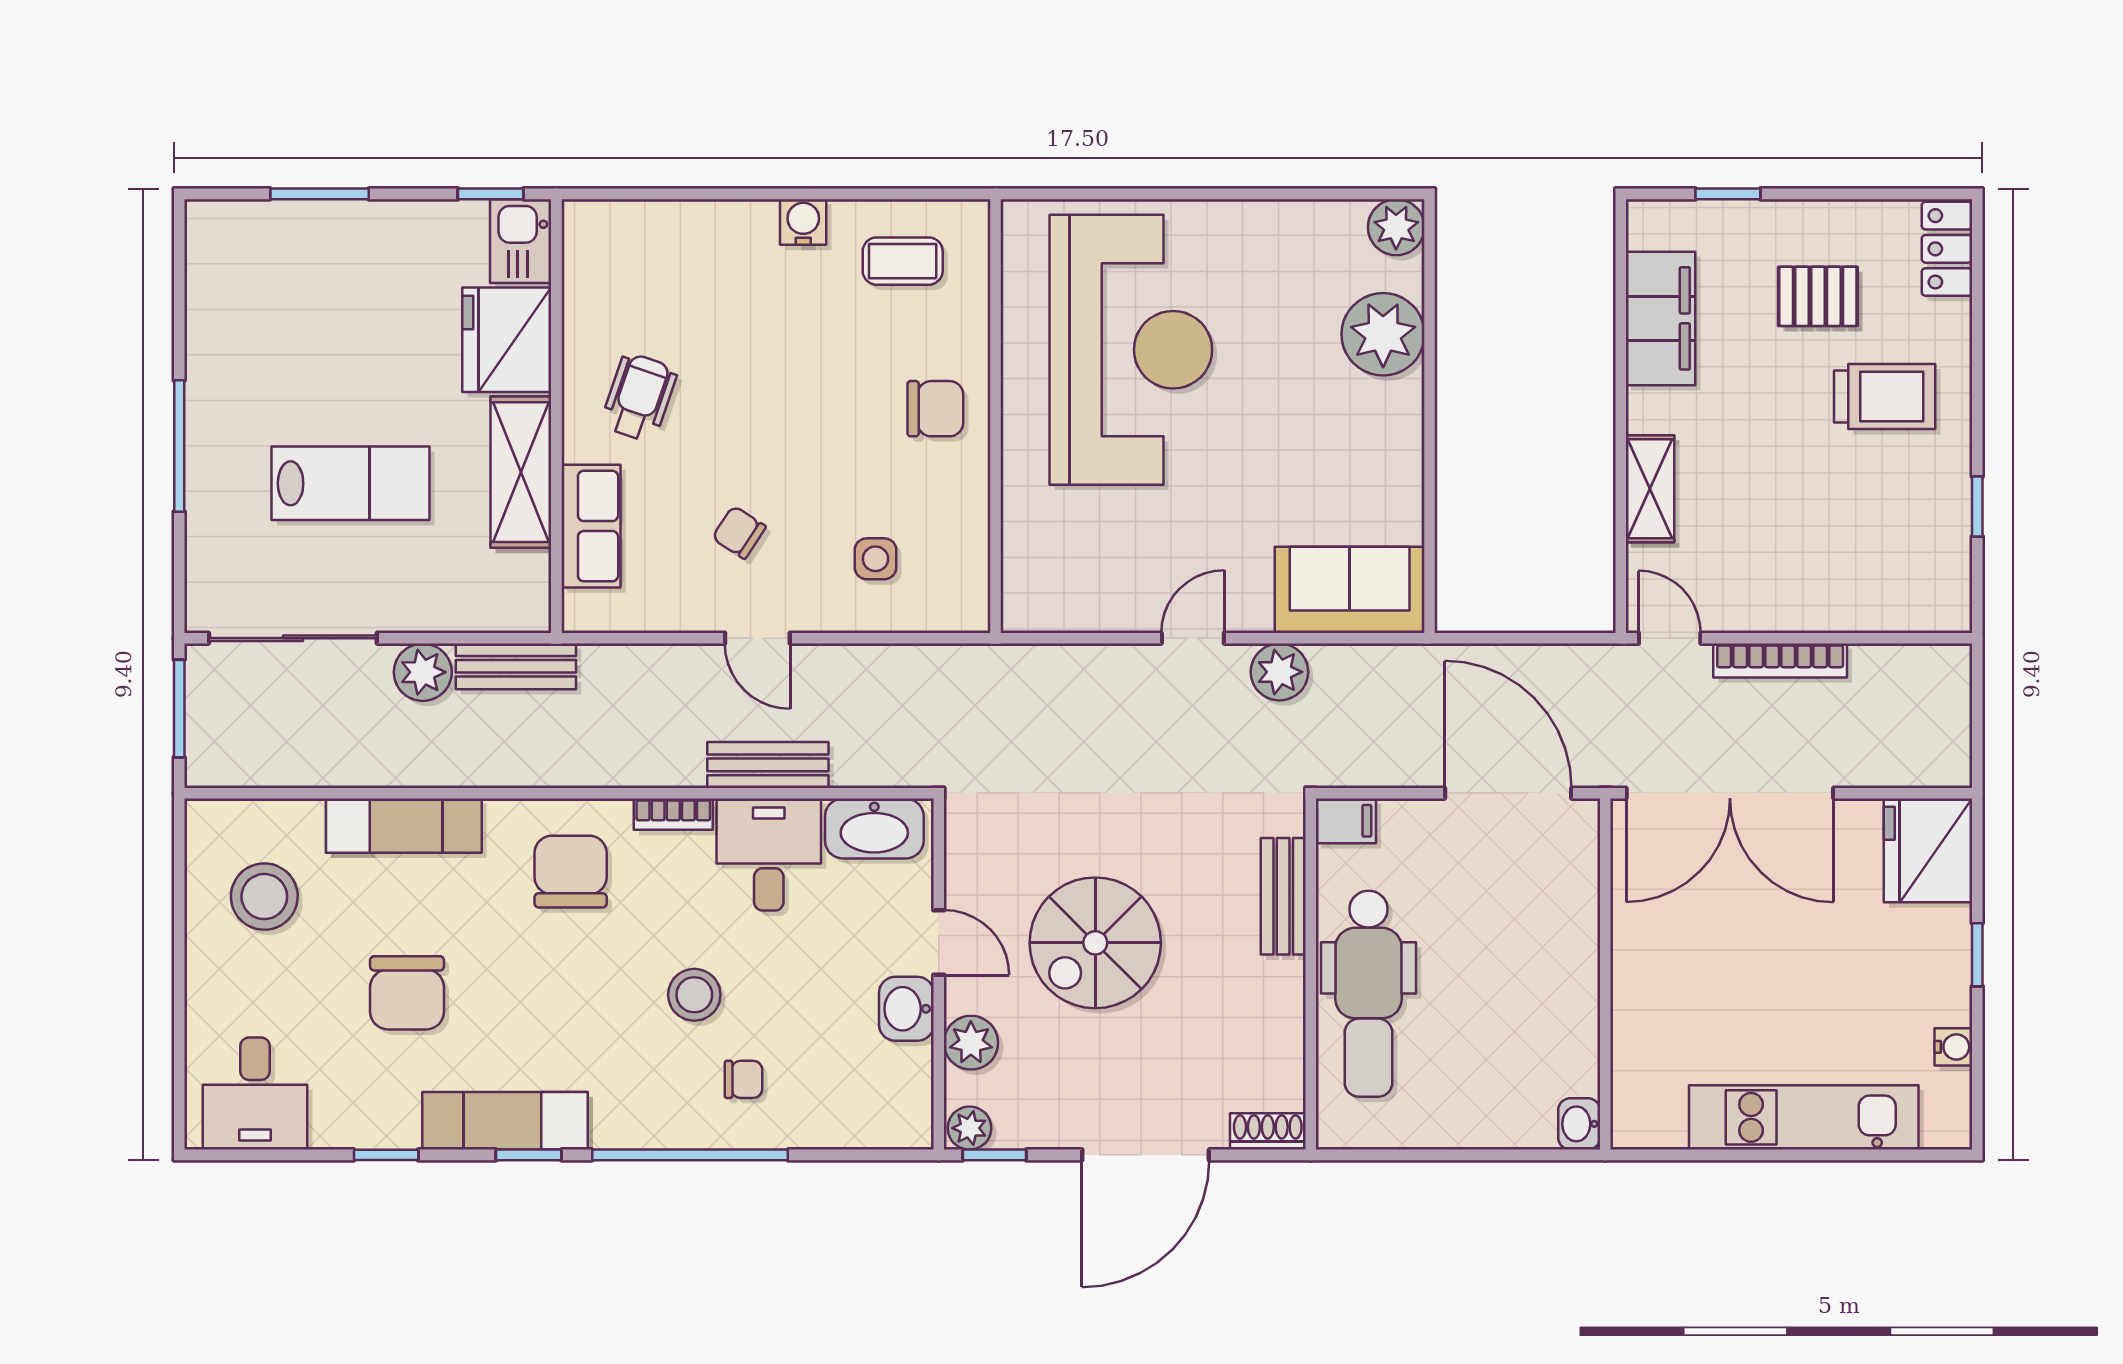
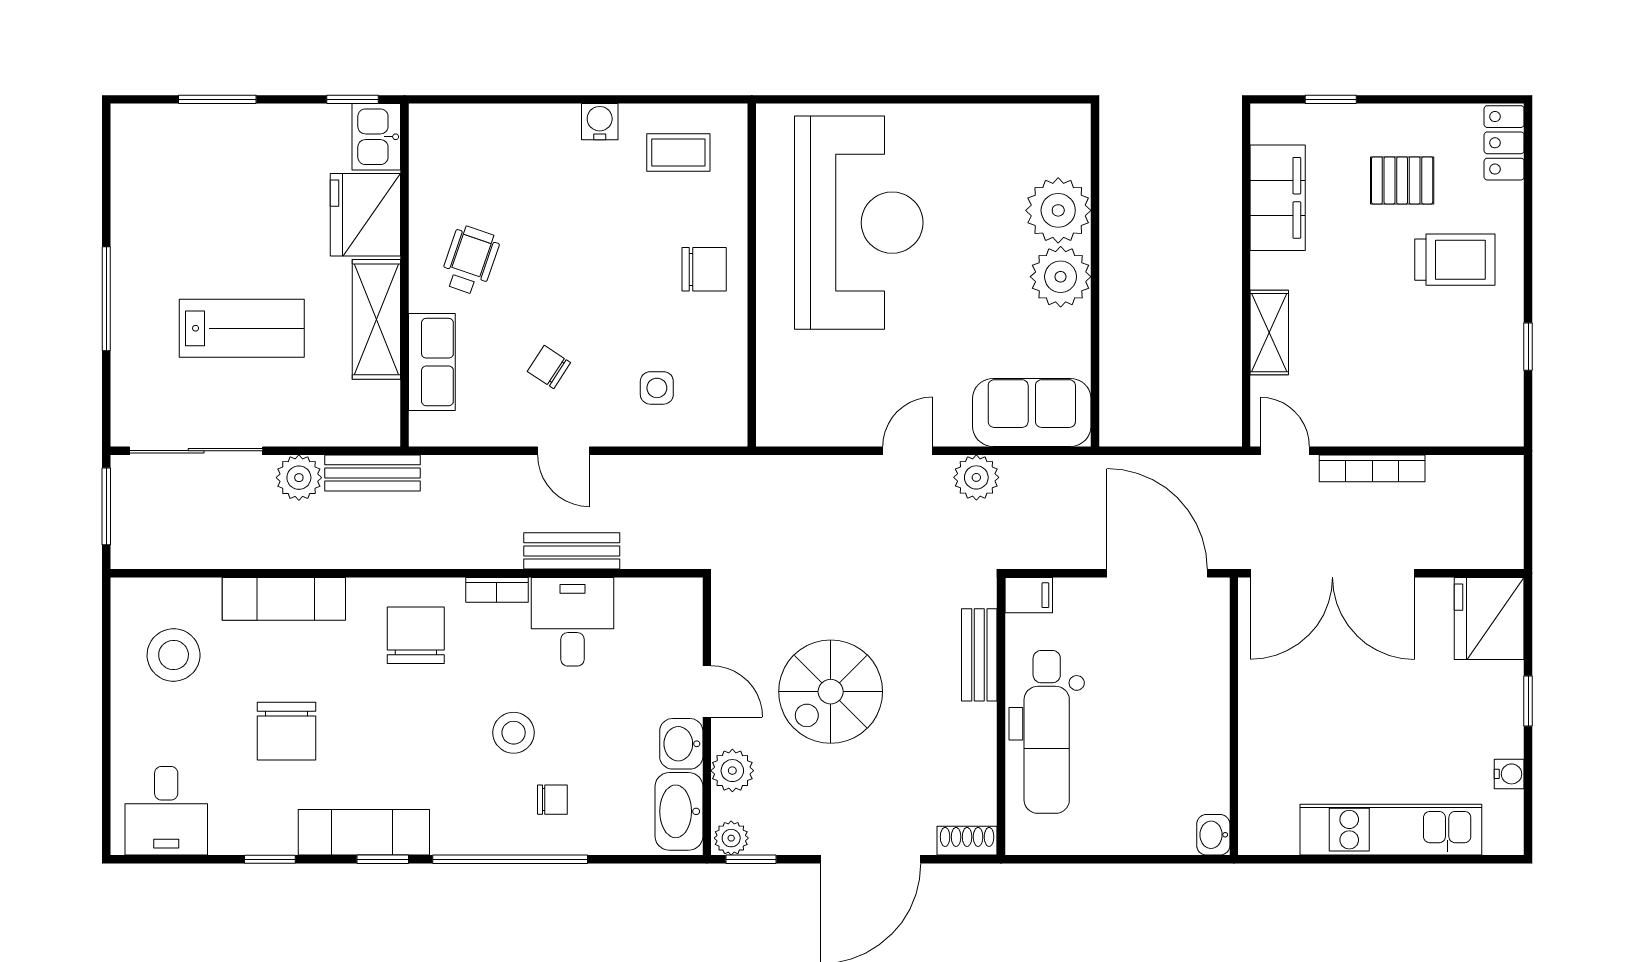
plant: (1396, 227) -> (1061, 277), moved, width x1.36, depth x1.36
washbasin: (874, 828) -> (679, 811), moved, turned 90

